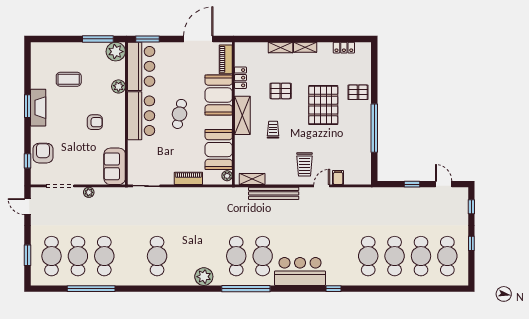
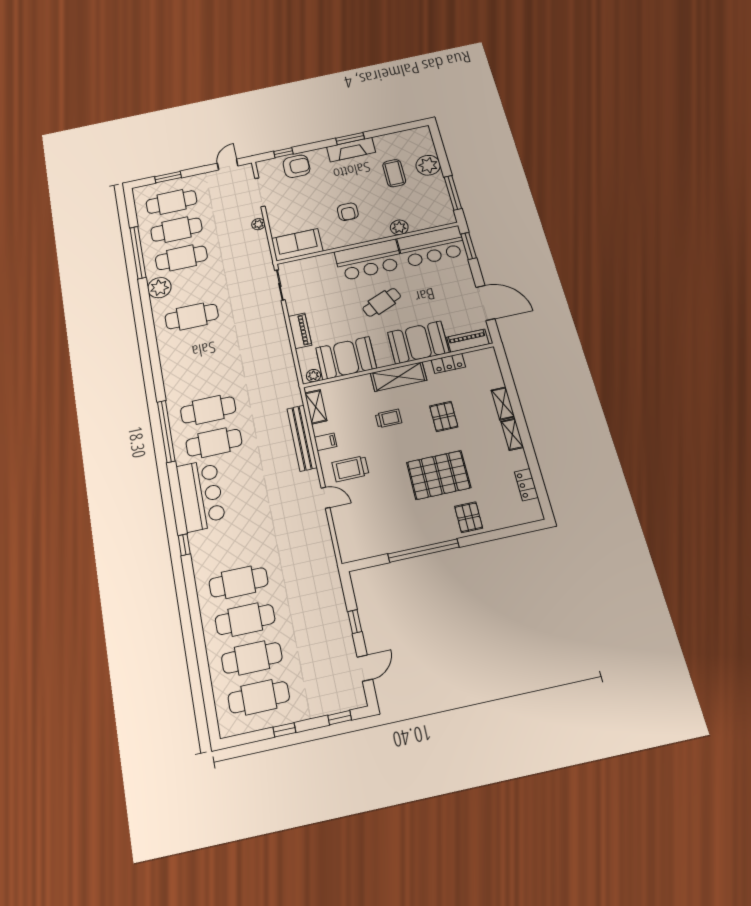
plant: (116, 52) -> (428, 165), moved
cafe table: (179, 114) -> (382, 302), turned -34
filing cabinet: (338, 178) -> (325, 442), moved
plant: (204, 277) -> (159, 288), moved

